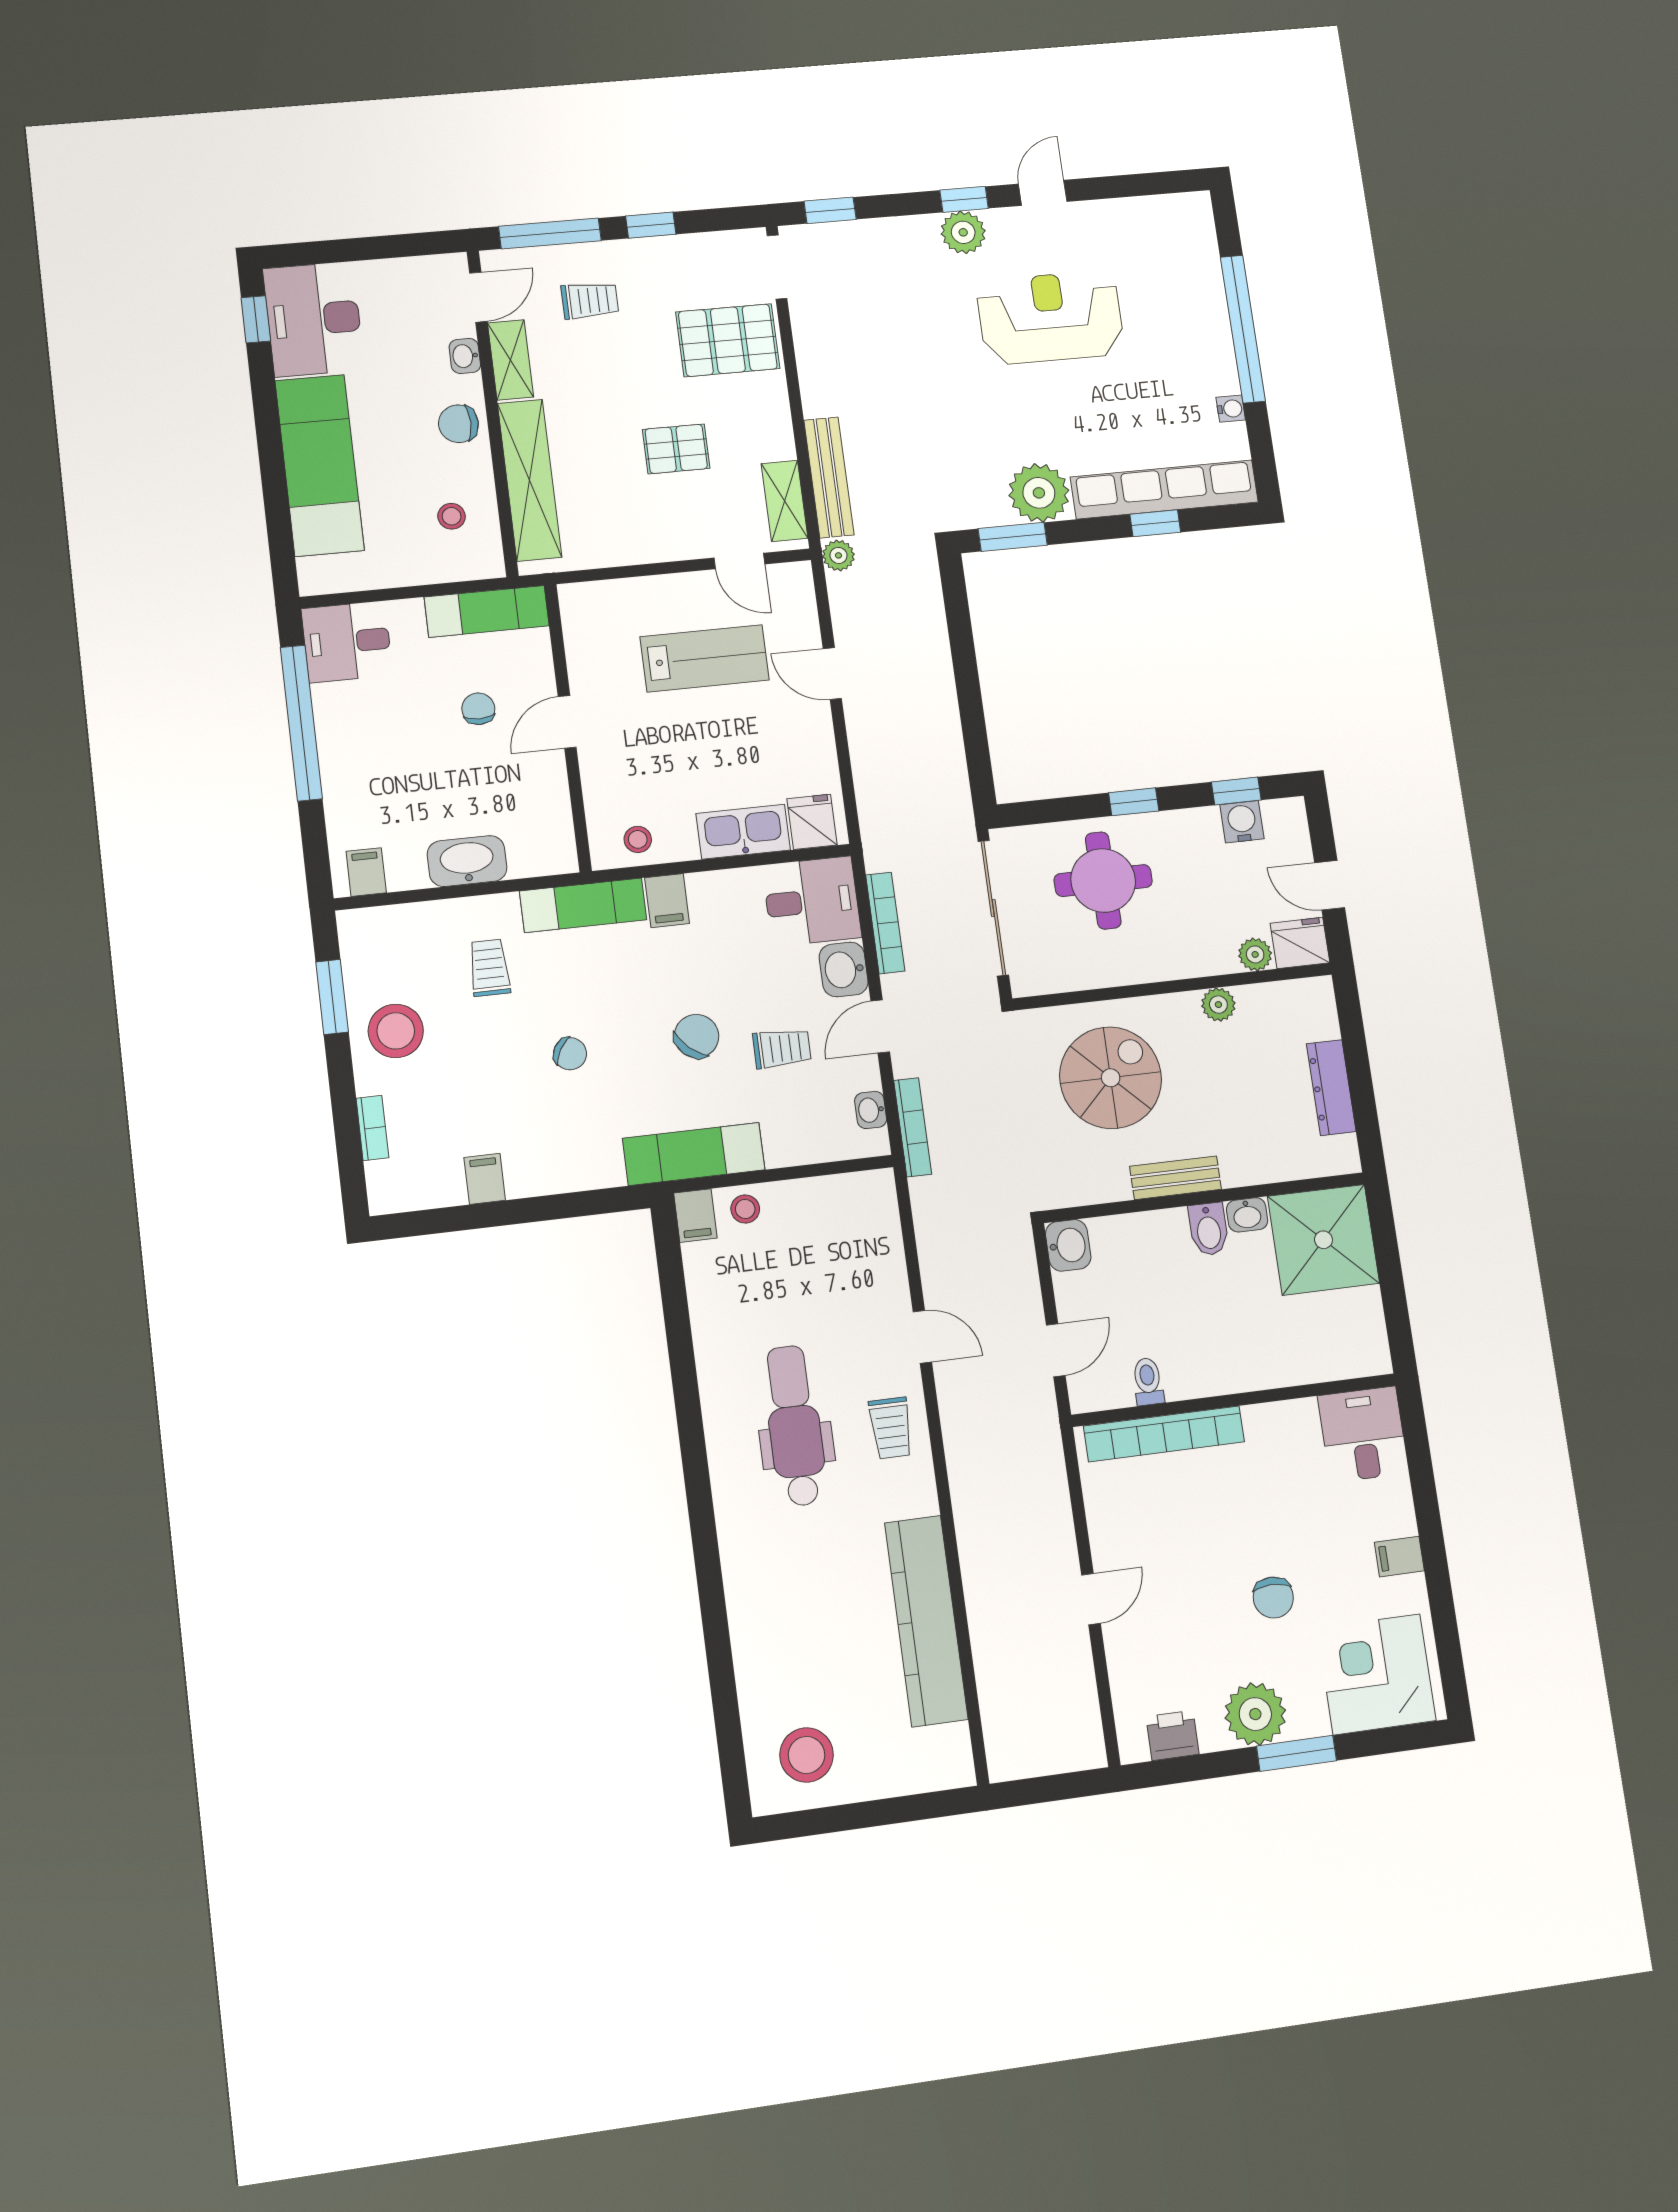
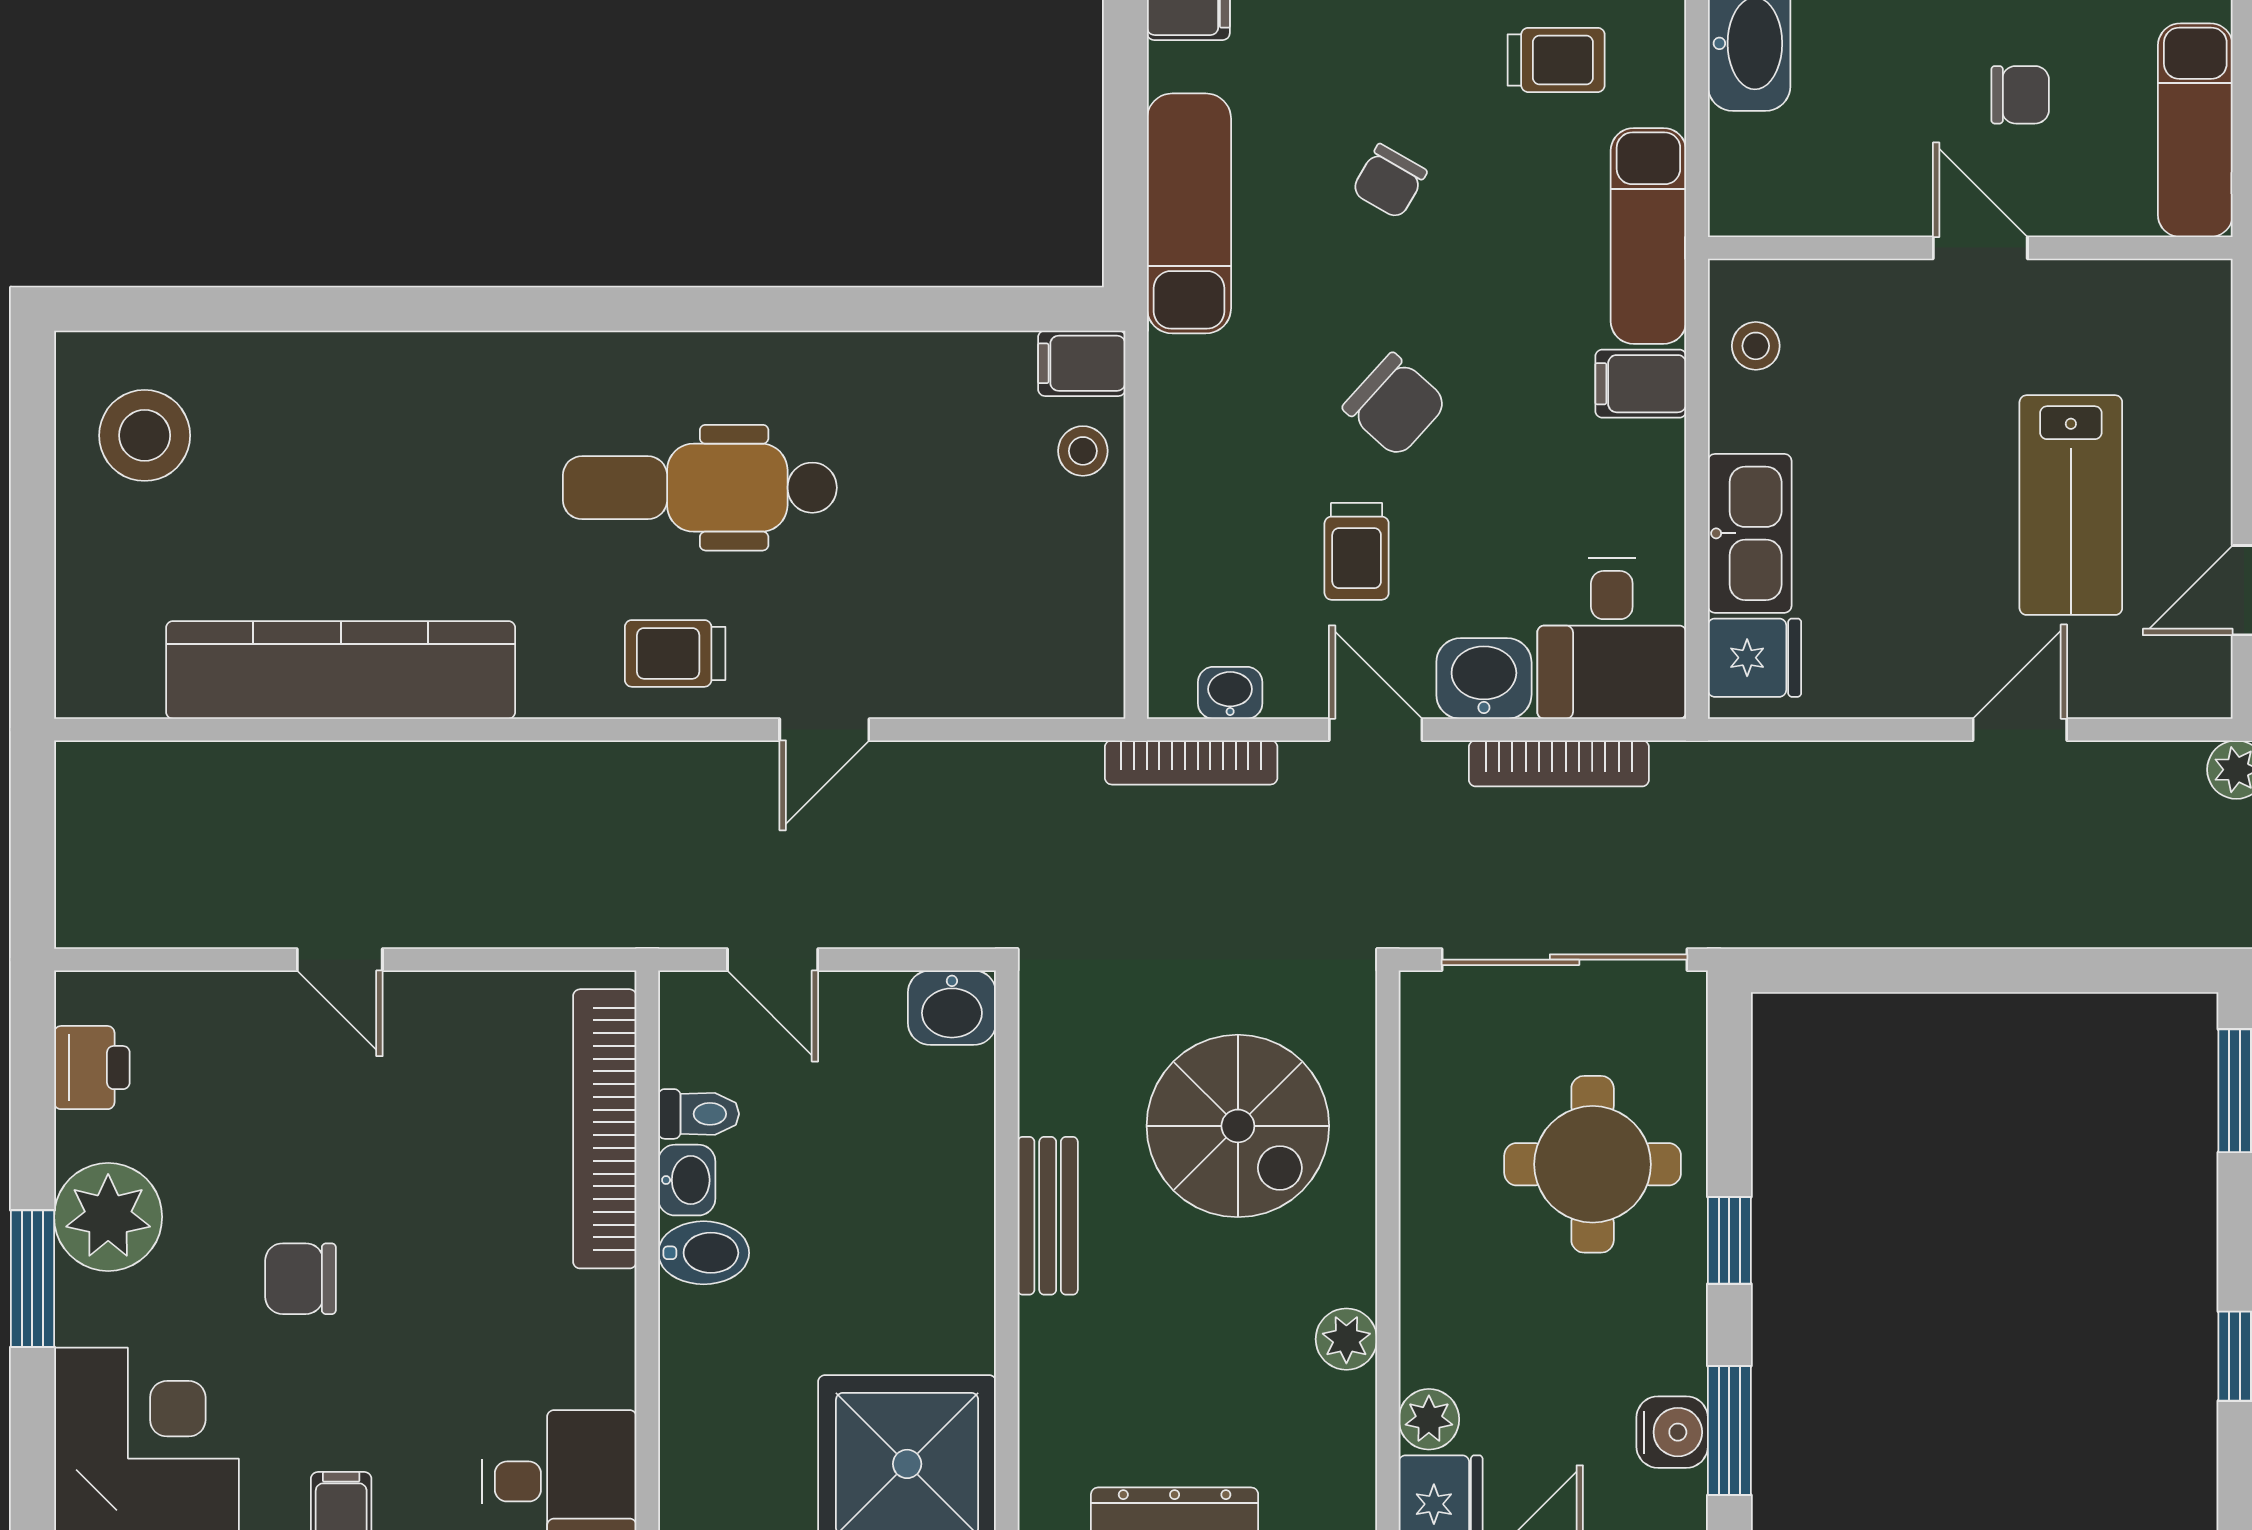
window: (1236, 791) -> (1729, 1430), width x1.50
exam couch: (694, 1154) -> (1189, 213), moved
washbasin: (1247, 1215) -> (687, 1180), moved, turned 180
bidet: (1209, 1229) -> (704, 1253), moved, turned 180
dental chair: (794, 1426) -> (700, 488), turned 180

